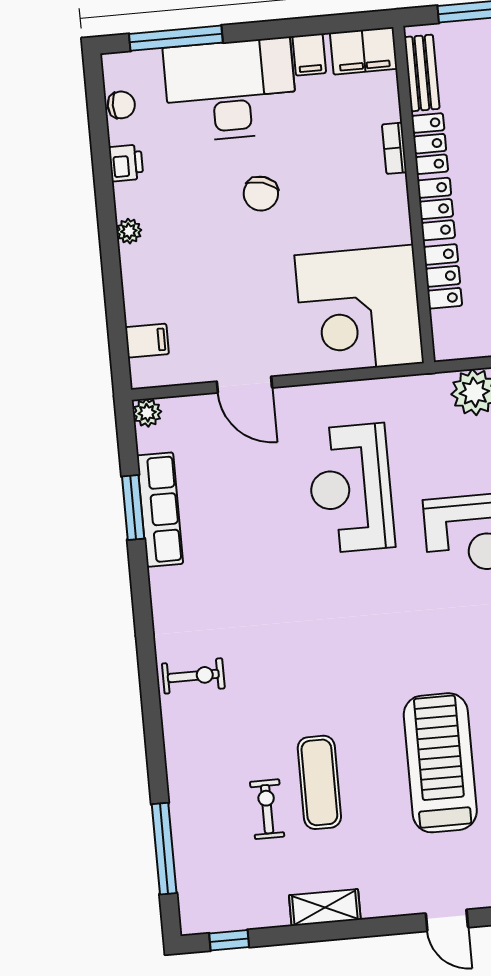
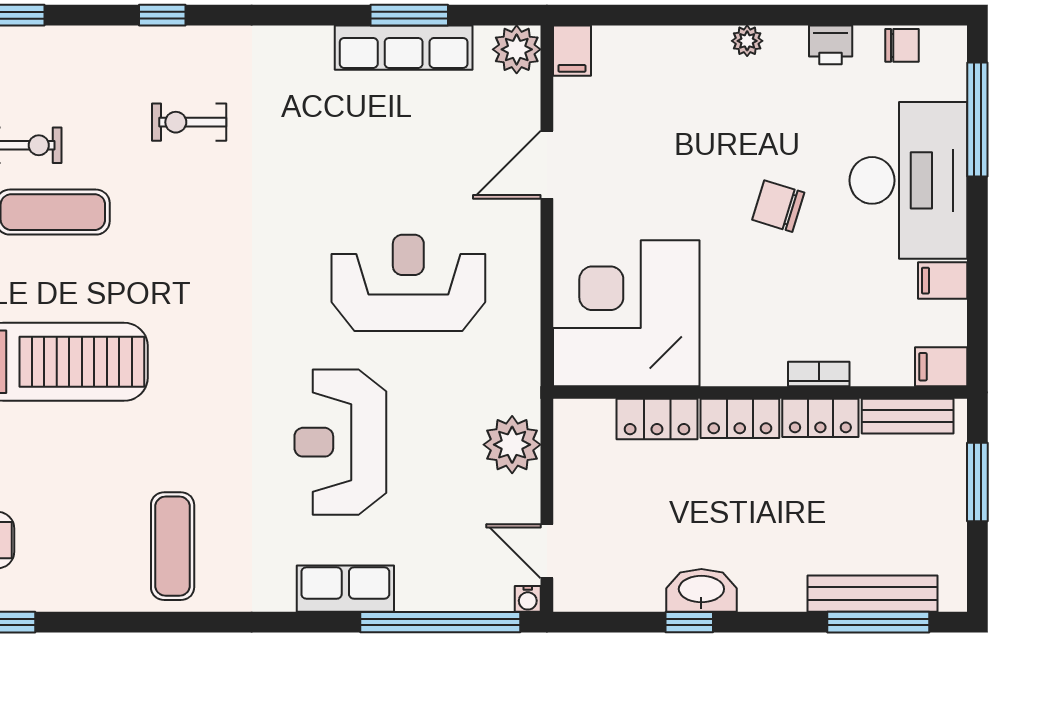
filing cabinet: (363, 51) -> (941, 367), width x0.50
chair: (121, 105) -> (902, 45), turned -90
filing cabinet: (147, 341) -> (572, 51), moved
plant: (147, 413) -> (517, 49), width x1.38, depth x1.38
exercise bike: (193, 676) -> (189, 122), moved, turned 90
window: (151, 708) -> (162, 15), added

